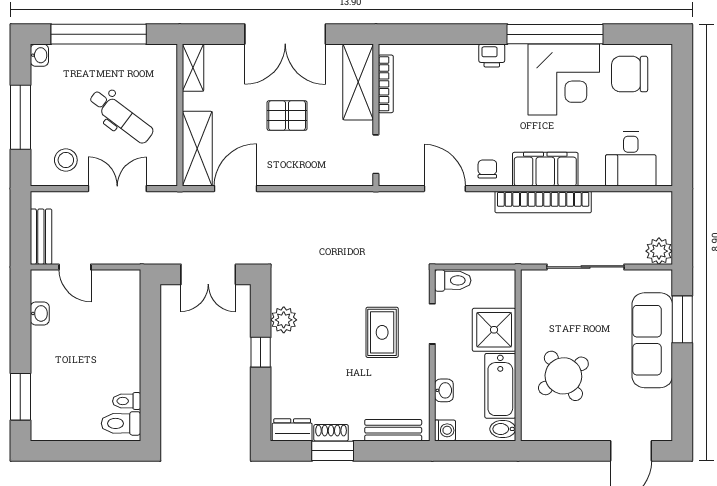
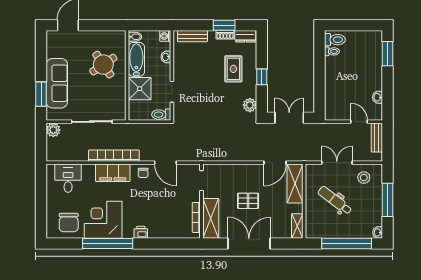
chair: (630, 74) -> (69, 223), turned 90
double door: (117, 189) -> (337, 163), swing flipped
plant: (284, 320) -> (250, 105), moved
rug: (382, 332) -> (233, 69), moved

